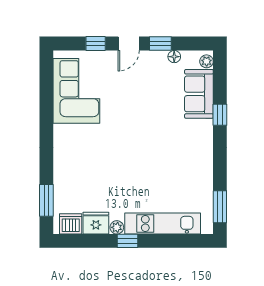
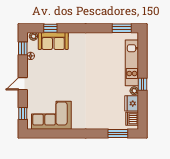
window: (96, 44) -> (23, 114), moved
door: (129, 44) -> (23, 84), swing flipped
window: (160, 44) -> (23, 48), moved
window: (220, 115) -> (50, 28), moved

